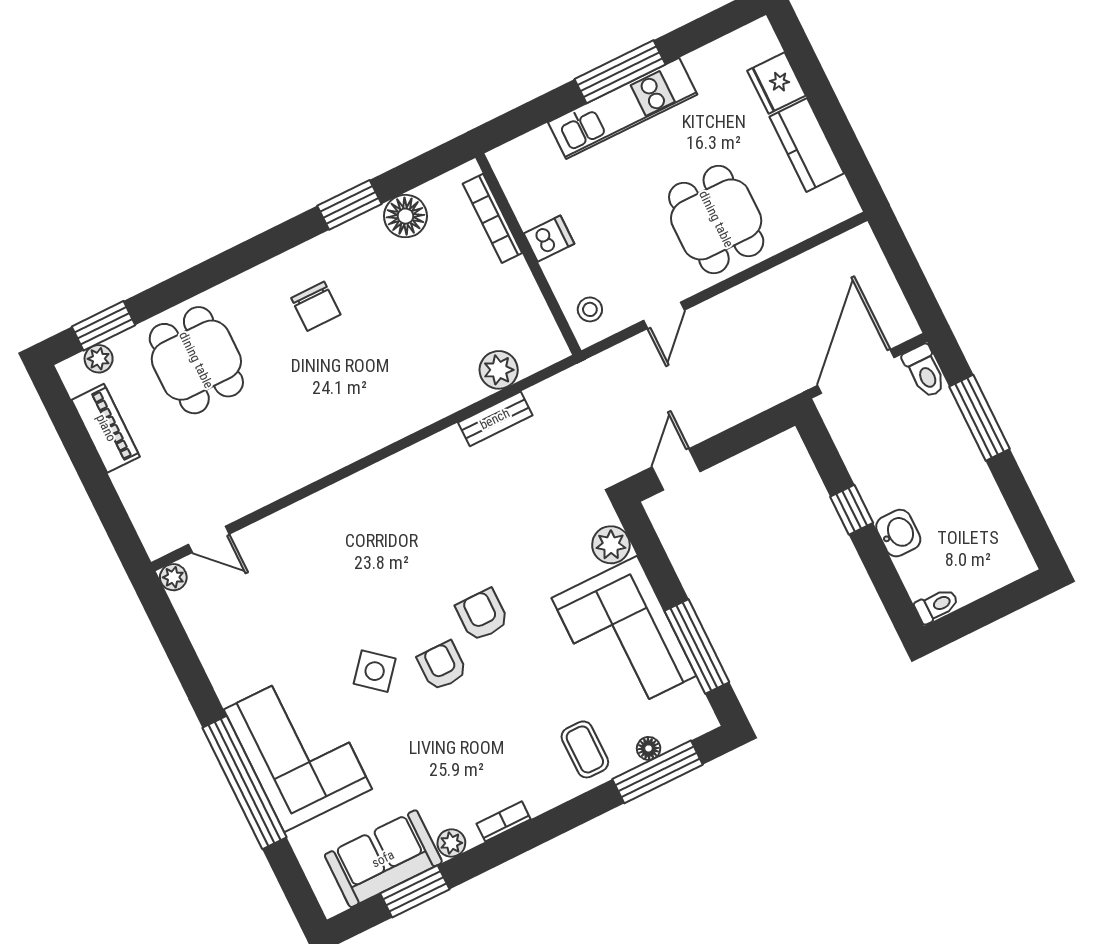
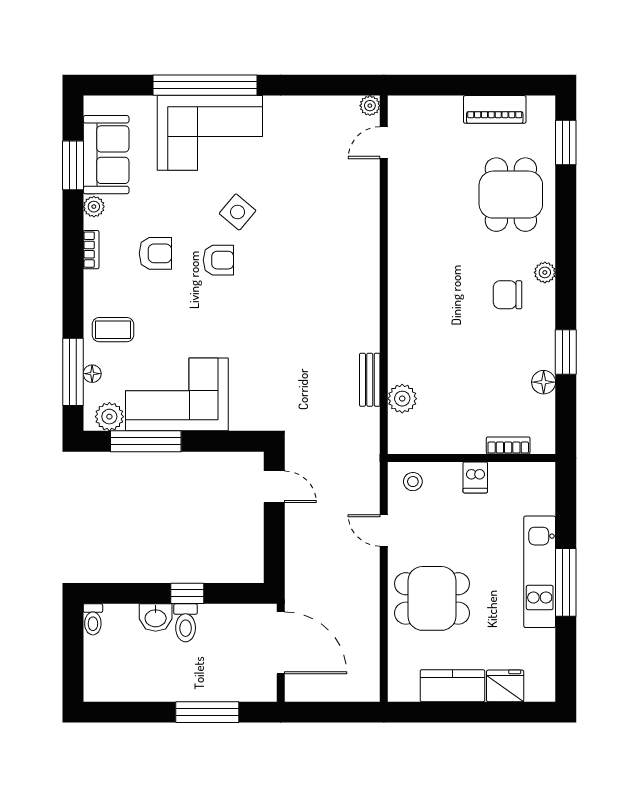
floor lamp: (406, 216) -> (544, 382), width x0.73, depth x0.73
bookcase: (492, 218) -> (508, 445), width x0.64
plant: (99, 359) -> (545, 272), moved
dining table: (196, 360) -> (511, 195), turned 90
toilet: (925, 371) -> (186, 623), moved, turned -90
plant: (611, 545) -> (109, 417), moved
armchair: (482, 615) -> (155, 253), moved

